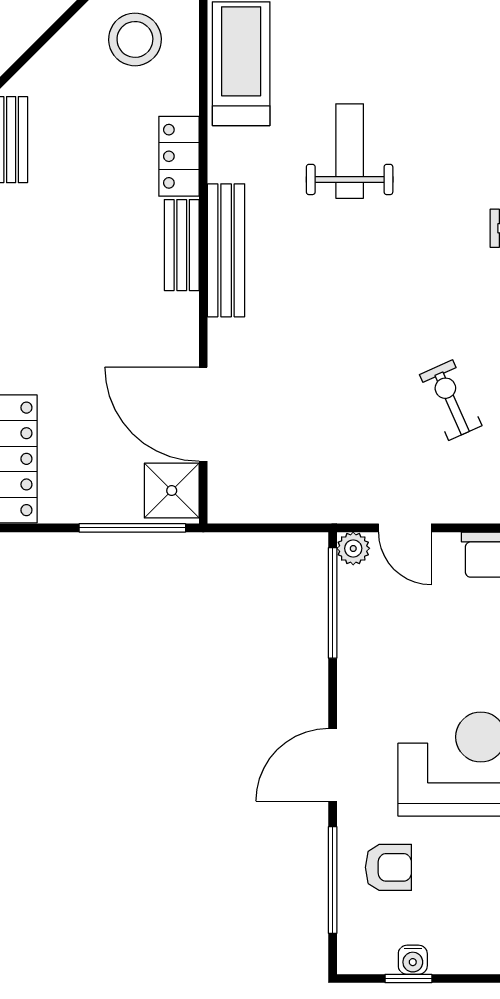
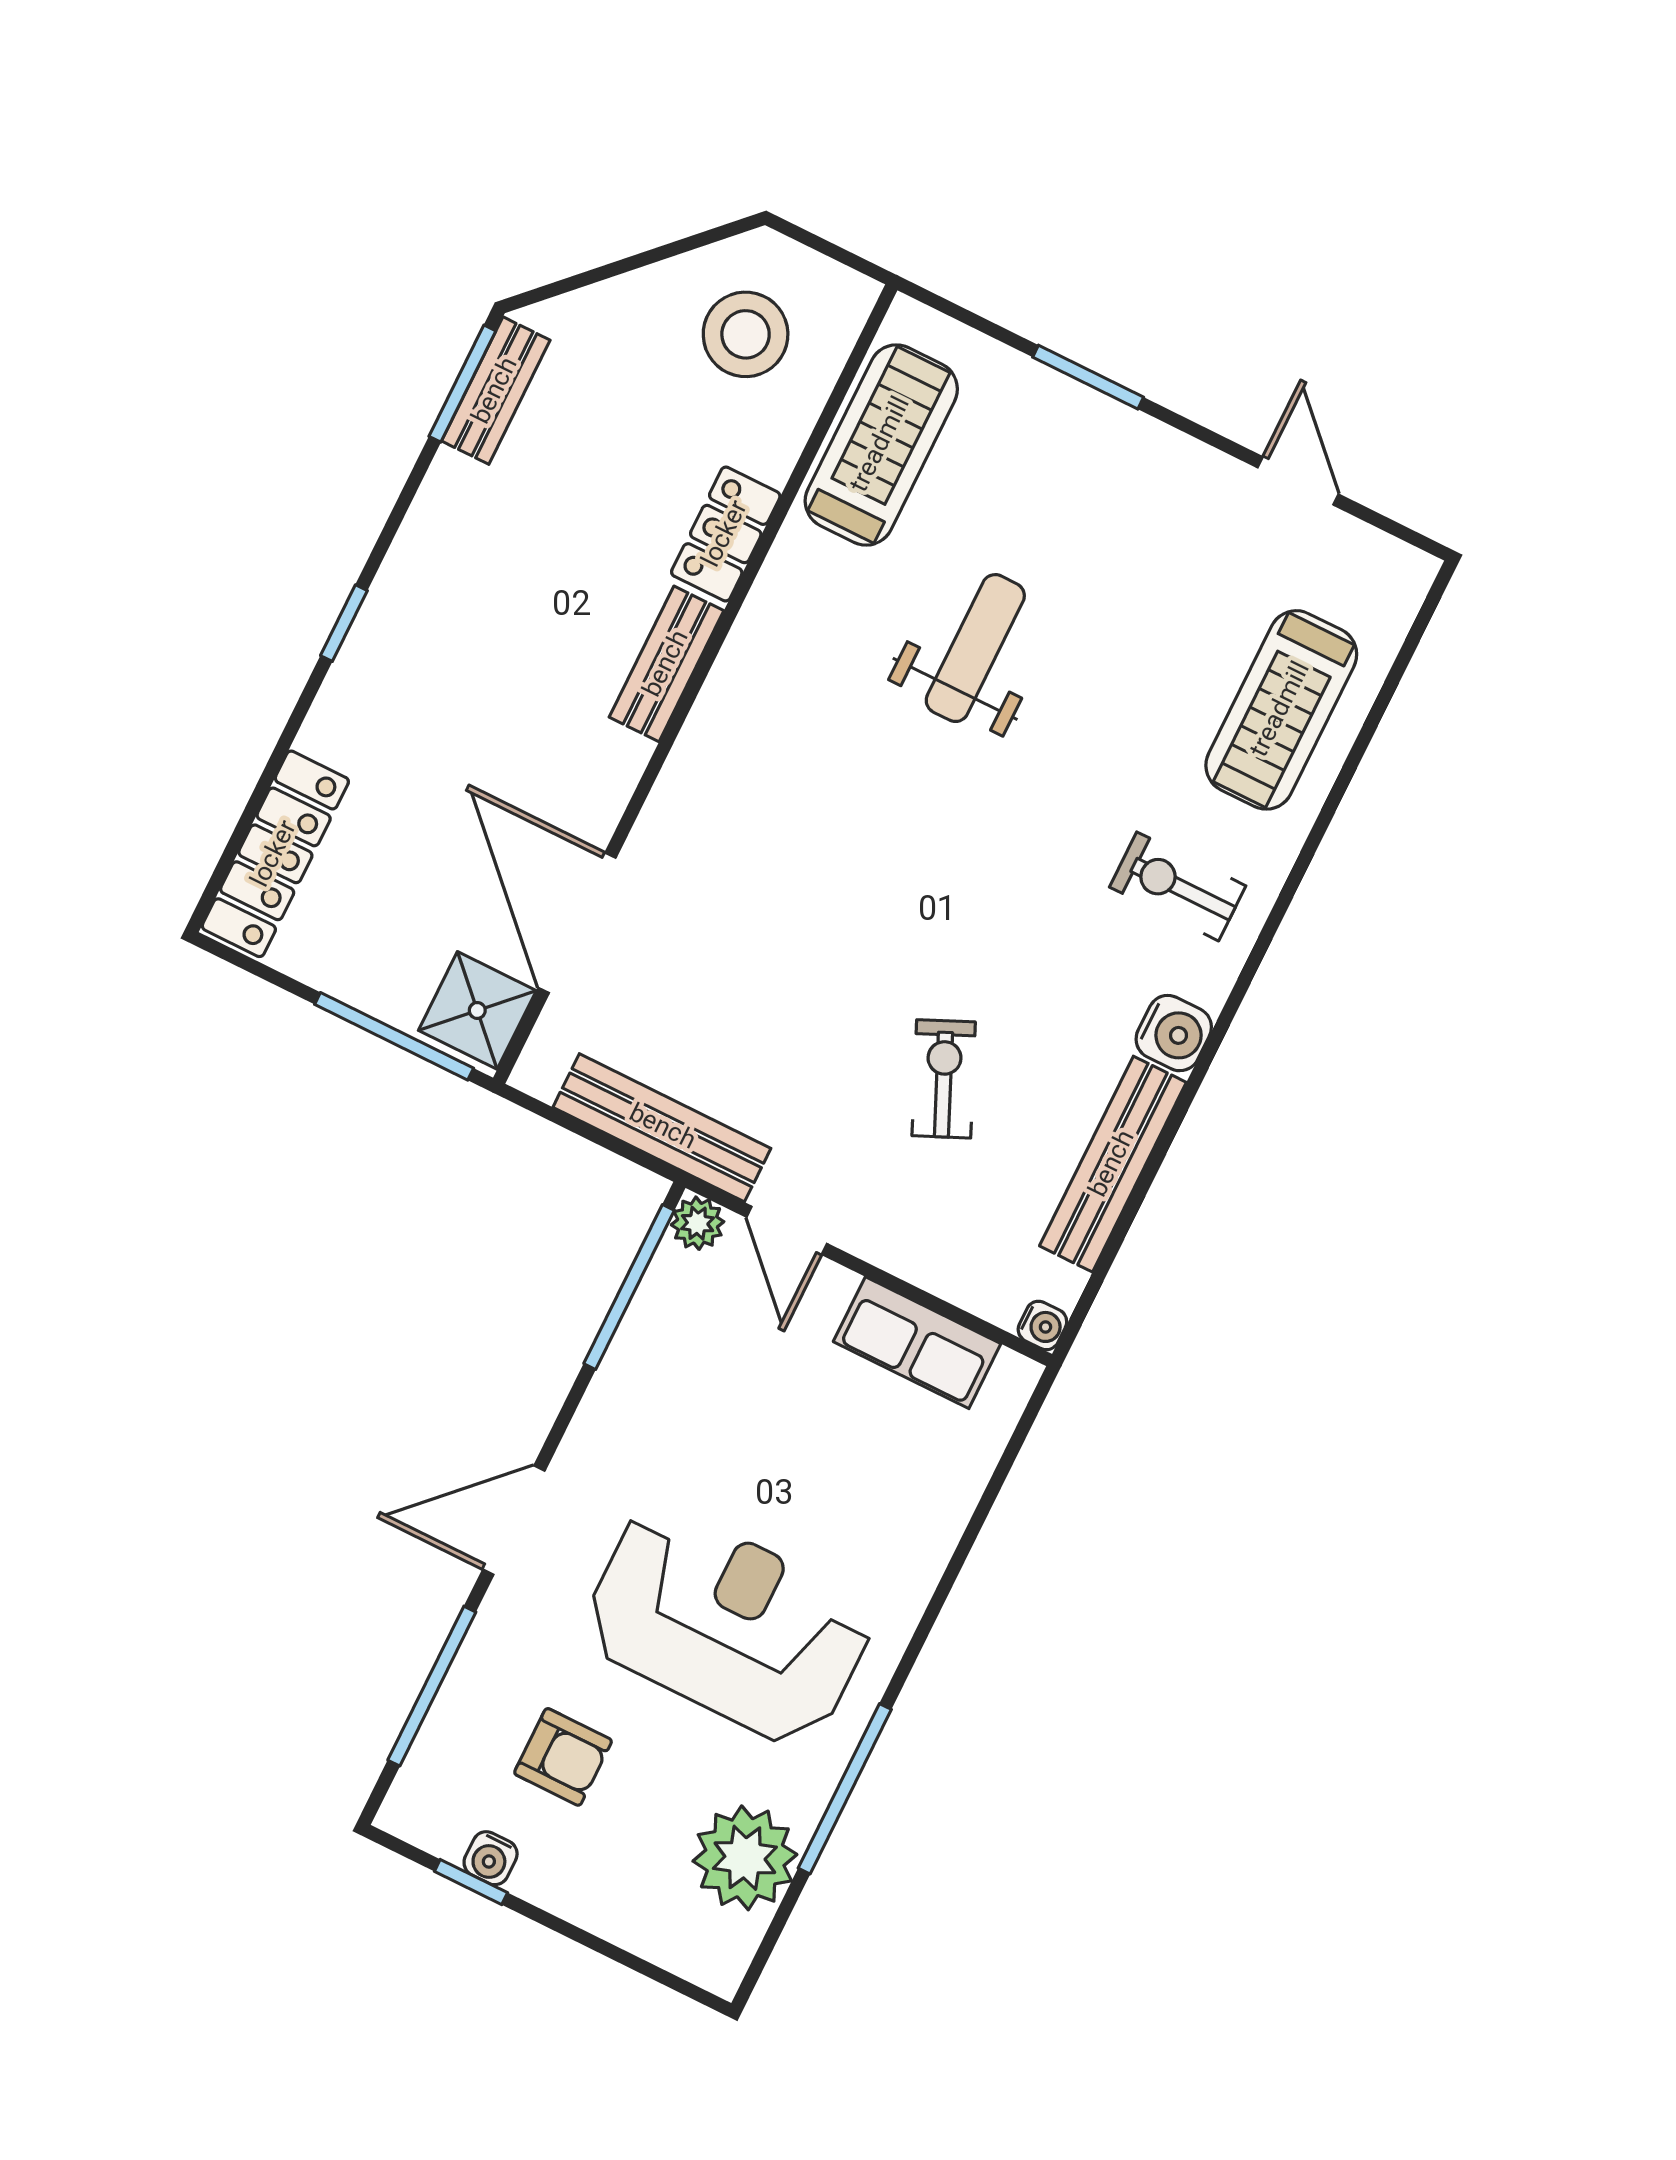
bench: (226, 250) -> (662, 1128), moved, turned 90
armchair: (388, 867) -> (563, 1757), moved

